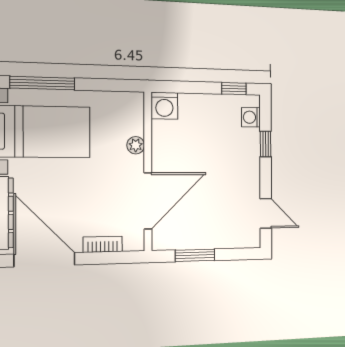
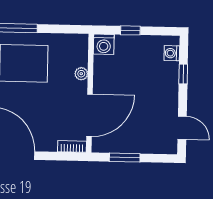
window: (234, 89) -> (130, 30), moved
bookcase: (103, 244) -> (72, 146), moved

